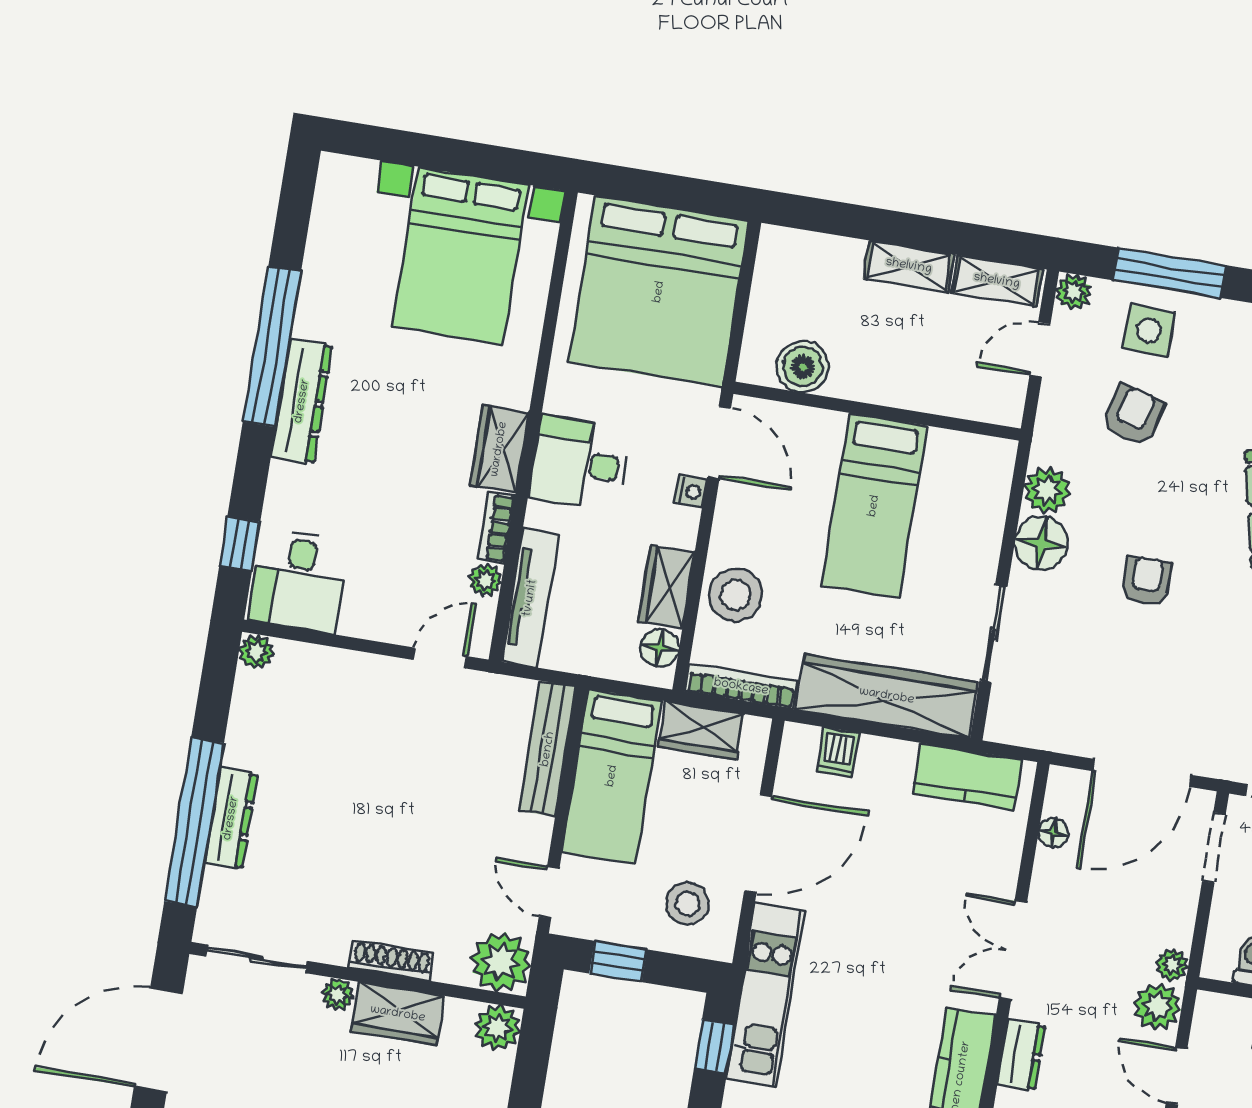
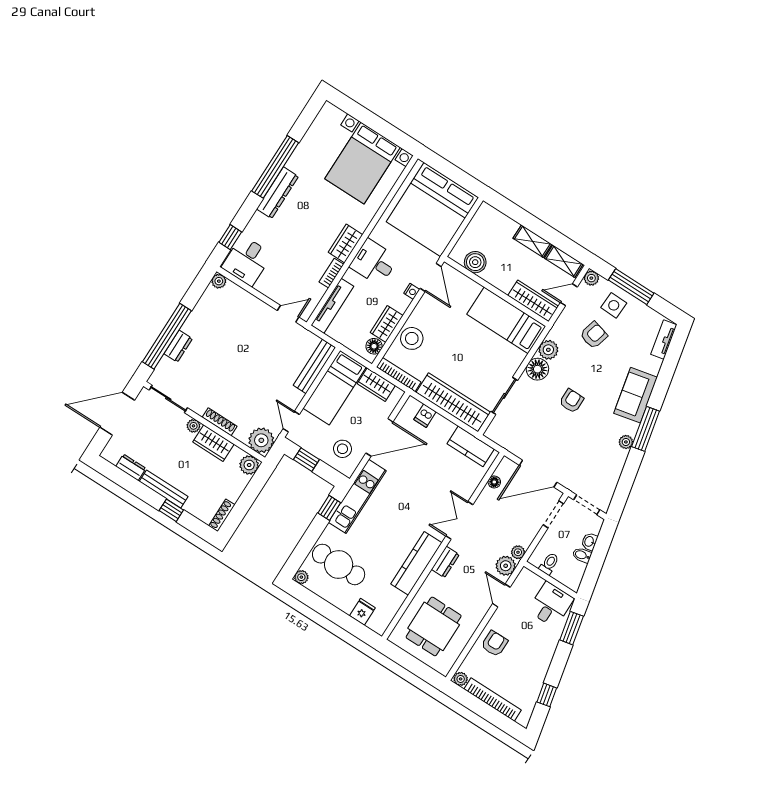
wardrobe: (967, 397) -> (533, 301), added
bed: (874, 506) -> (506, 320), moved, turned 90
plant: (485, 580) -> (318, 291), removed
dresser: (231, 818) -> (178, 346), width x0.70

